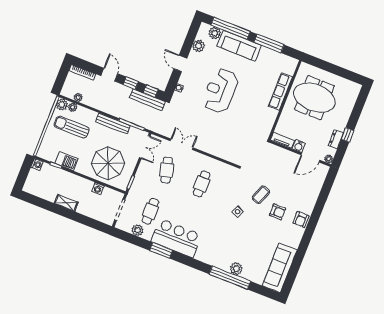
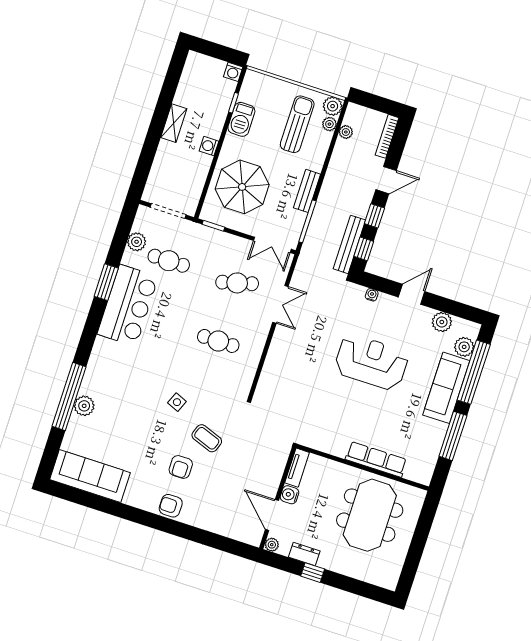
bench: (113, 124) -> (307, 191), width x0.73
washing machine: (98, 189) -> (209, 146), moved

